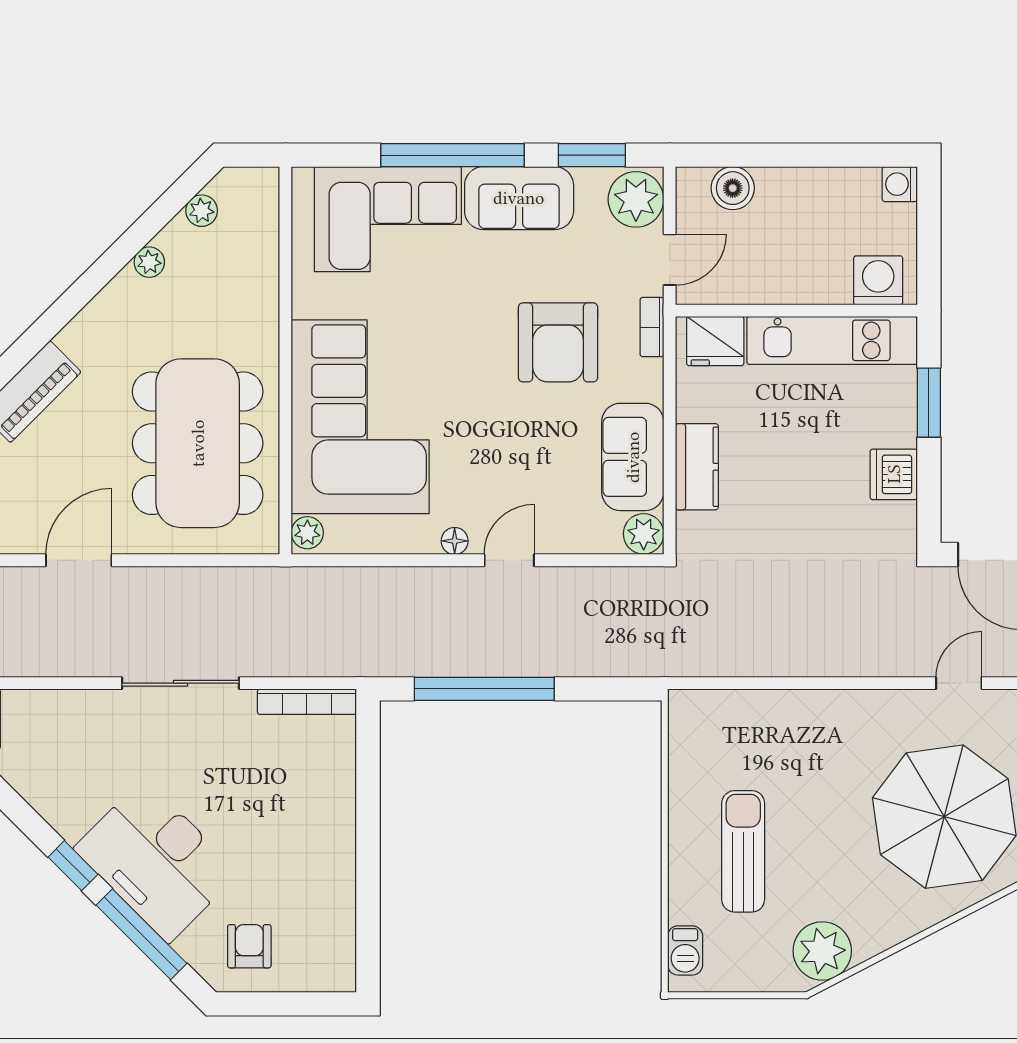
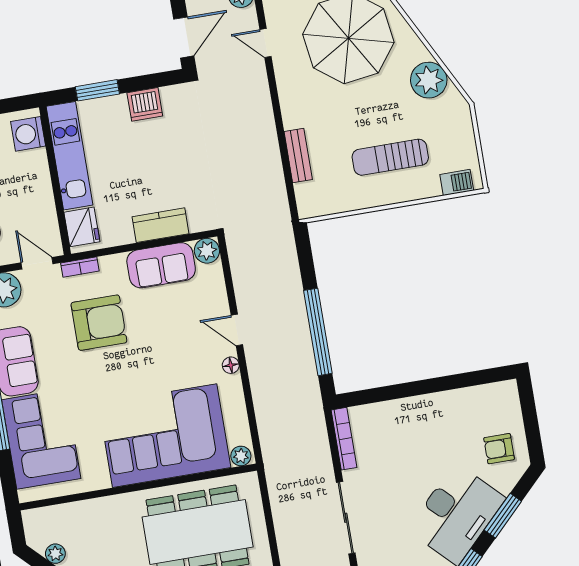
bench: (771, 705) -> (298, 155), added
window: (141, 934) -> (503, 516), width x0.69
plant: (822, 951) -> (429, 80), moved

